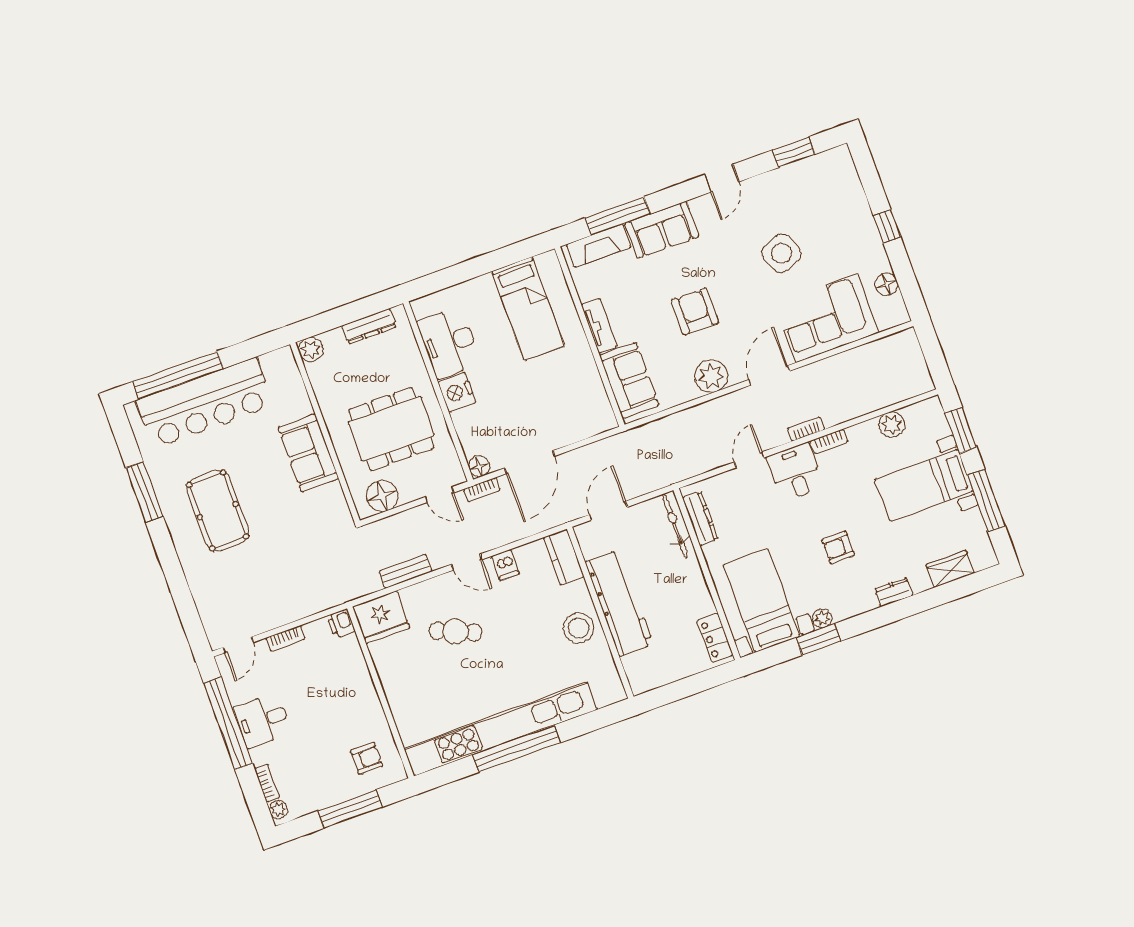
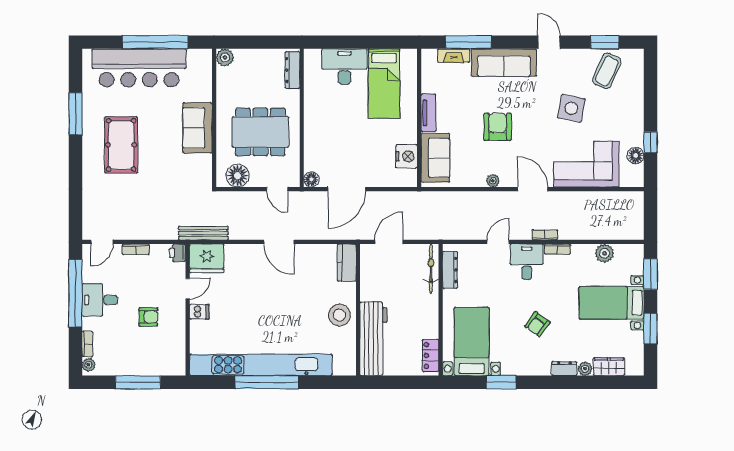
door: (722, 178) -> (549, 42), swing flipped
coffee table: (810, 188) -> (607, 71), added
window: (887, 226) -> (650, 142), moved
sofa: (662, 230) -> (504, 63), width x1.36
fireplace: (599, 246) -> (454, 56), width x0.73, depth x0.76
side table: (781, 253) -> (571, 108), turned 33
dresser: (369, 326) -> (292, 70), moved, turned 90
desk: (449, 343) -> (344, 67), moved, turned 90
window: (178, 375) -> (155, 42), moved
door: (769, 375) -> (533, 189), hinge flipped
plant: (711, 376) -> (493, 181), width x0.53, depth x0.53
nightstand: (457, 392) -> (407, 156), moved, turned 180
bookcase: (482, 490) -> (307, 196), removed
window: (986, 500) -> (650, 329), width x0.69
armchair: (838, 547) -> (537, 324), turned -54
door: (467, 562) -> (279, 242), width x1.38
dishwasher: (505, 565) -> (199, 312), moved, turned -90
bench: (405, 571) -> (203, 233), moved, width x1.36
workbench: (619, 603) -> (373, 339), moved
plant: (822, 618) -> (585, 369), moved
cafe table: (456, 631) -> (254, 287), removed
door: (371, 665) -> (188, 288), added
armchair: (367, 758) -> (148, 317), moved

